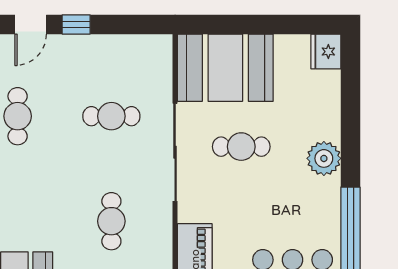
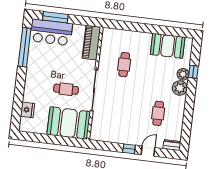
fridge: (326, 52) -> (28, 110), moved
cafe table: (111, 116) -> (119, 109), removed
plant: (324, 158) -> (32, 80), removed

